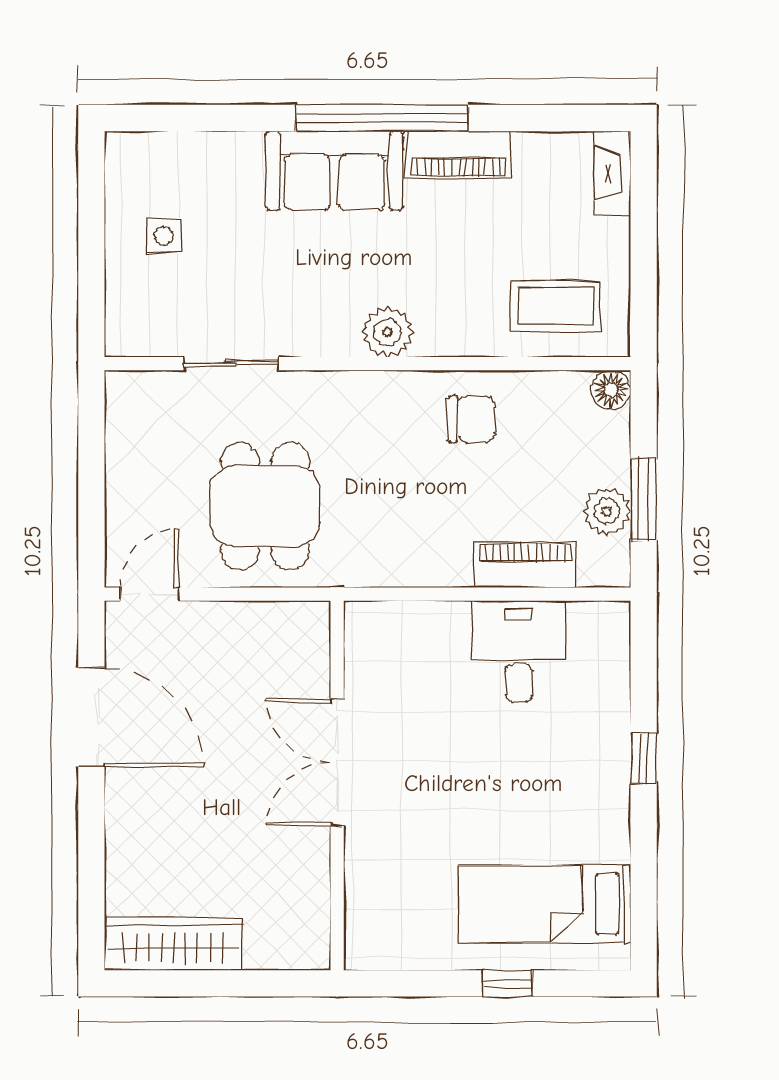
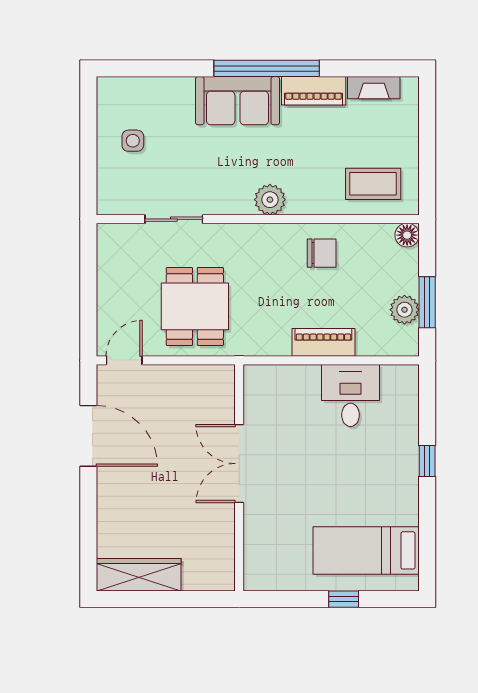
fireplace: (612, 174) -> (374, 88), moved, turned -90
piano: (525, 565) -> (323, 342), moved

